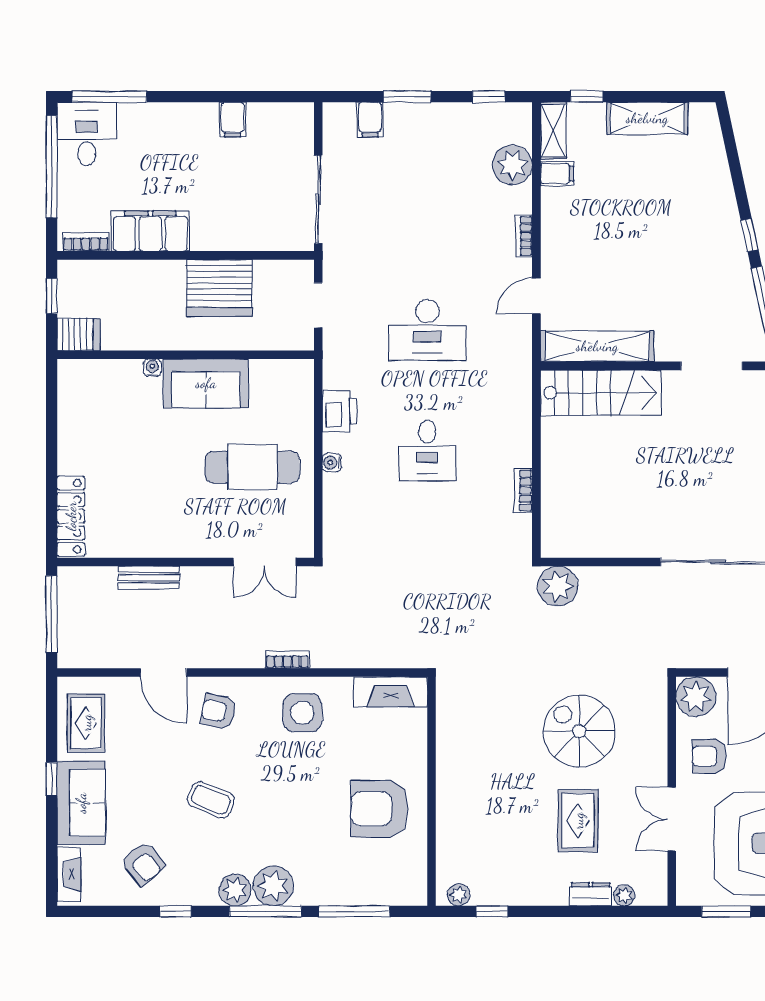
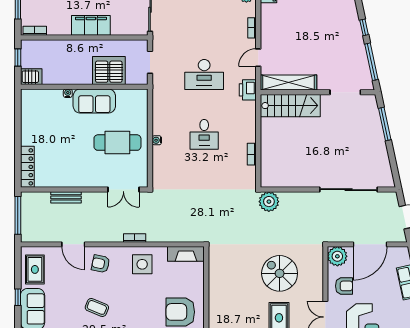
filing cabinet: (150, 231) -> (91, 25), moved
server rack: (219, 288) -> (109, 71), moved, turned 180
printer: (339, 411) -> (248, 90), moved, turned 180
armchair: (709, 756) -> (344, 286), turned 180

